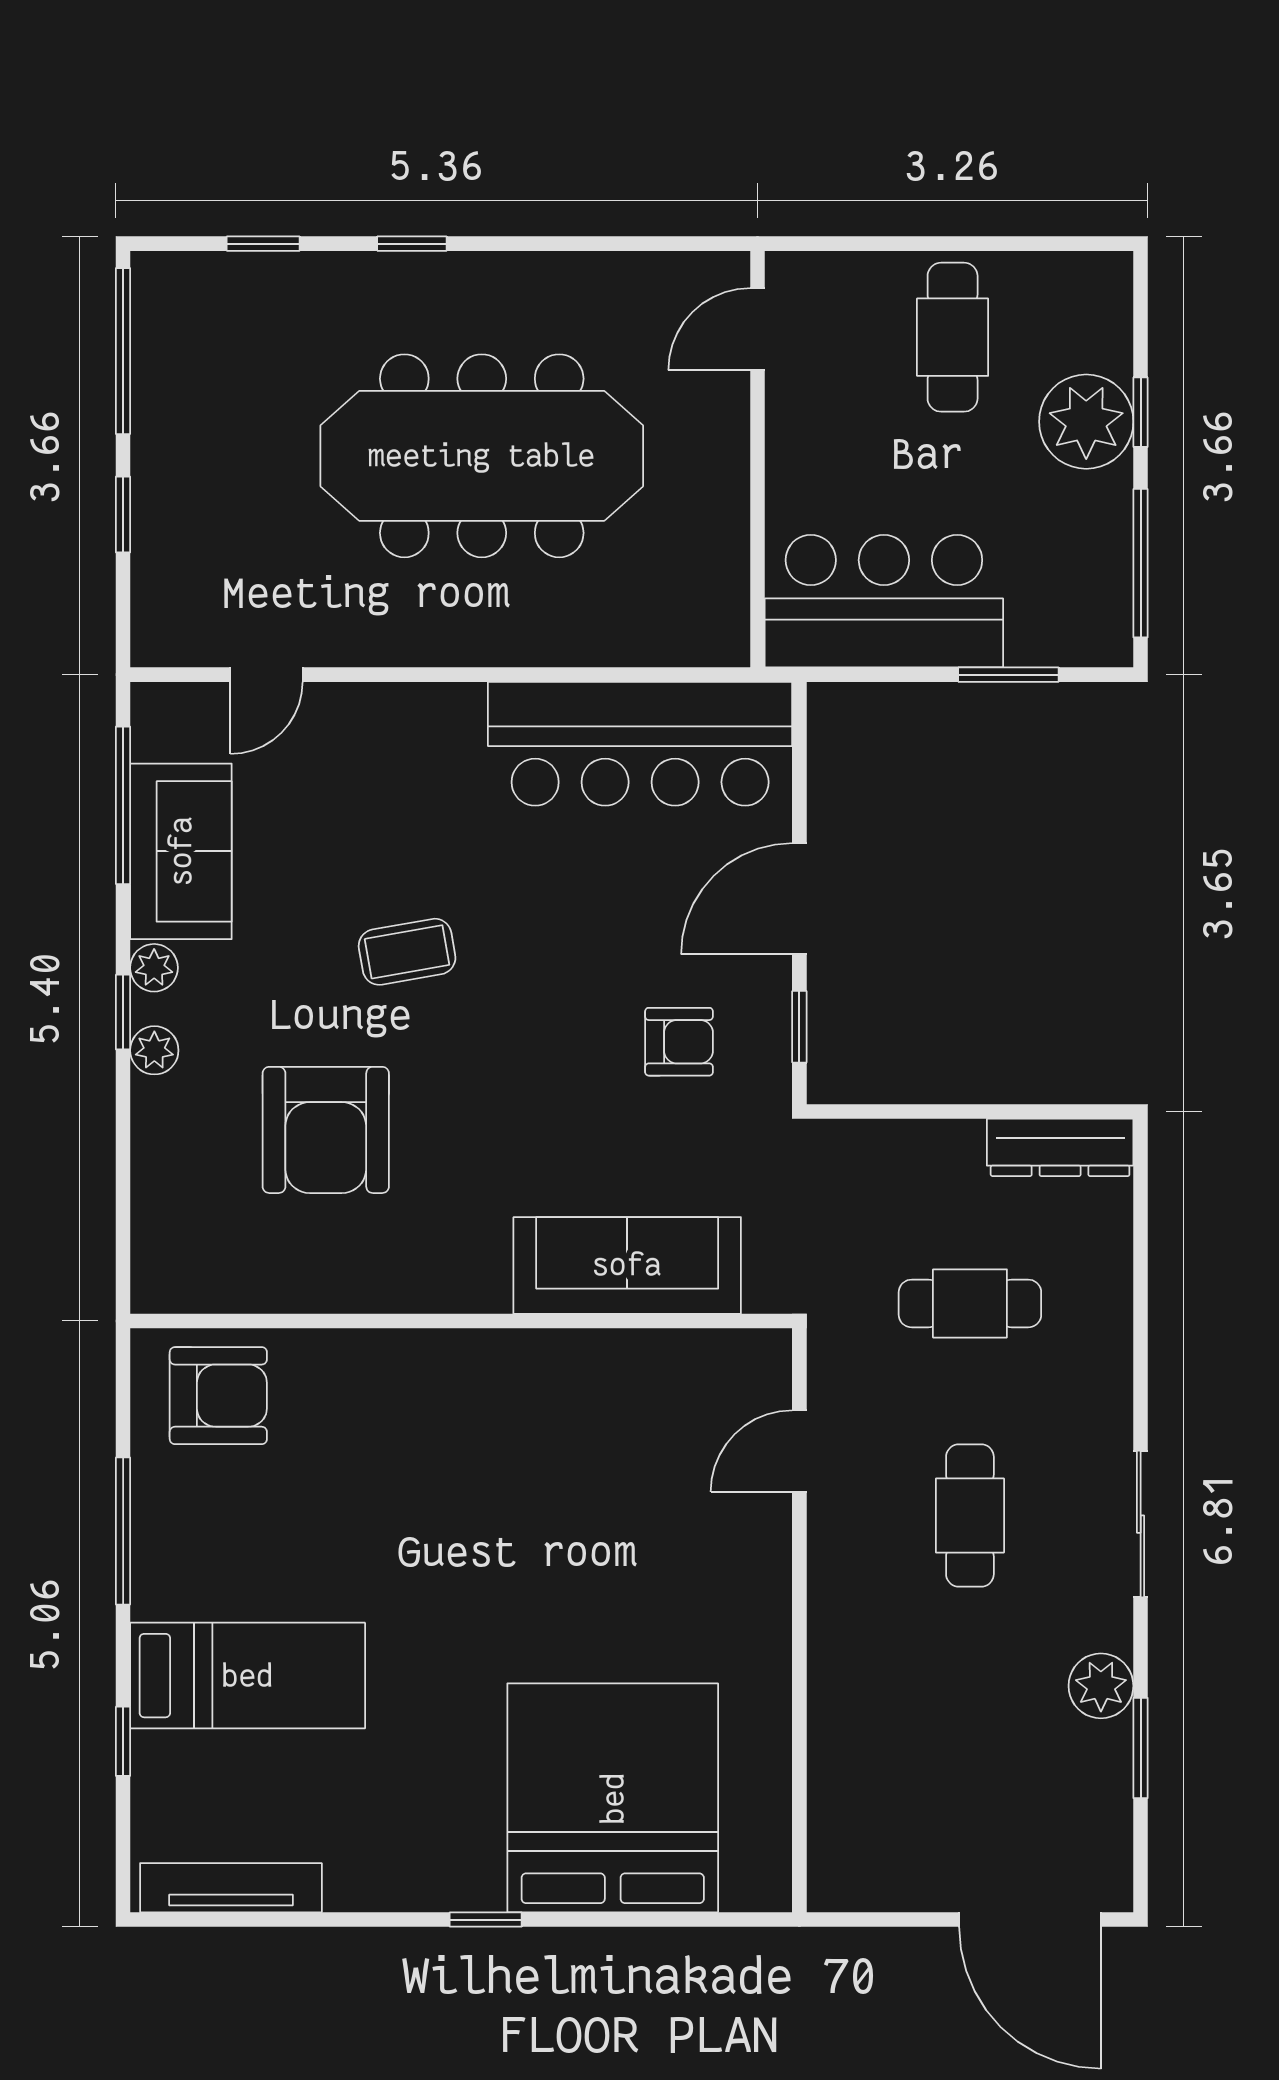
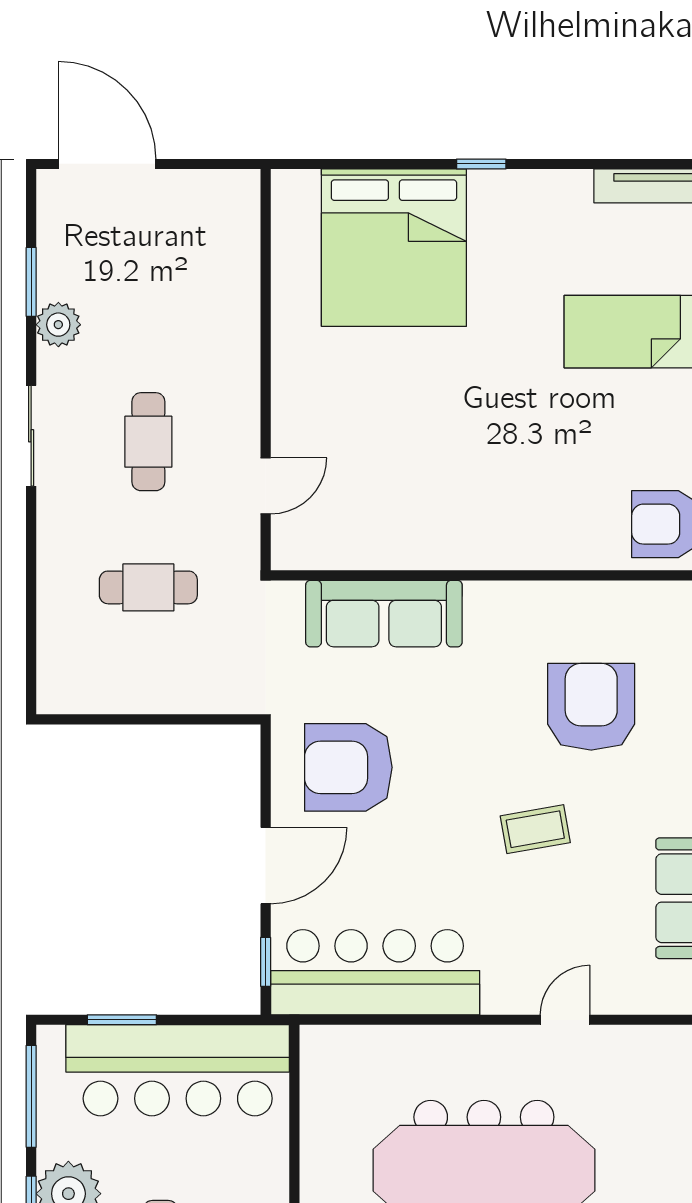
bar counter: (884, 601) -> (178, 1070), width x1.36
door: (267, 675) -> (565, 1020), moved
window: (799, 1027) -> (266, 962), moved
armchair: (679, 1042) -> (348, 767), width x1.88, depth x1.88
dresser: (1060, 1147) -> (86, 695), removed

